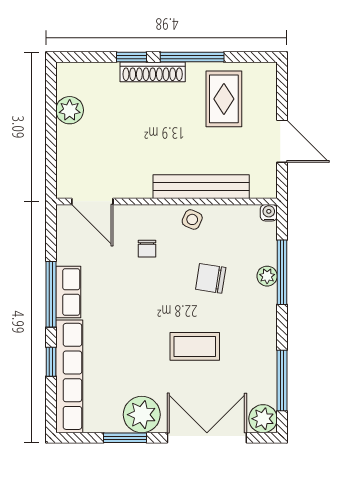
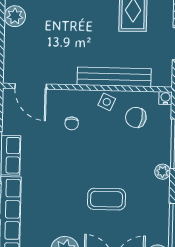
plant: (267, 276) -> (163, 172), moved
chair: (211, 278) -> (136, 117), moved

